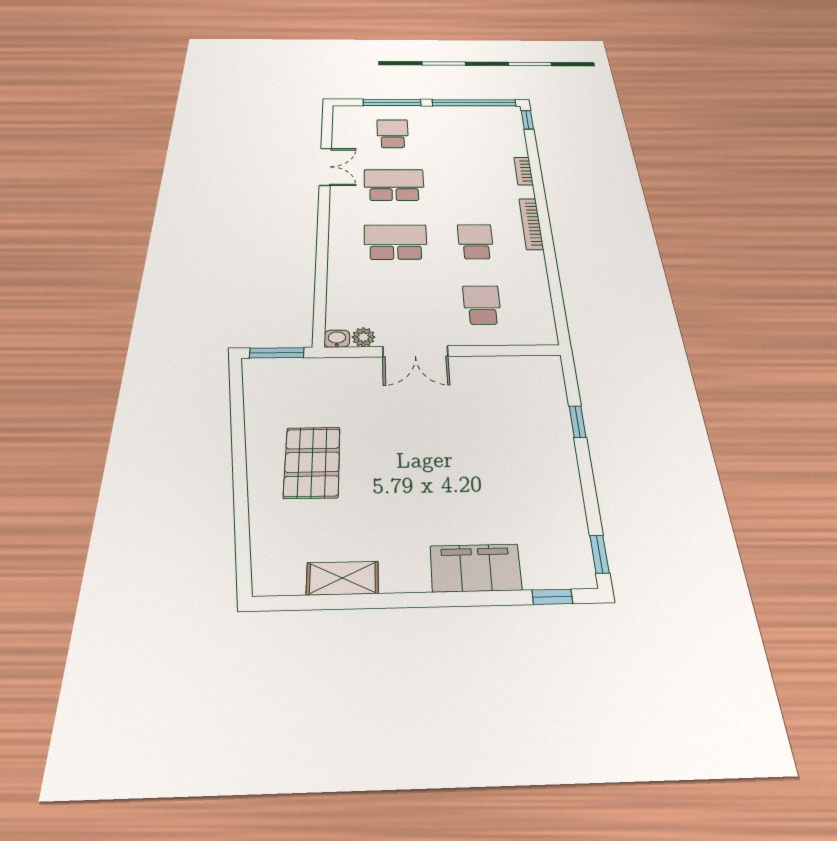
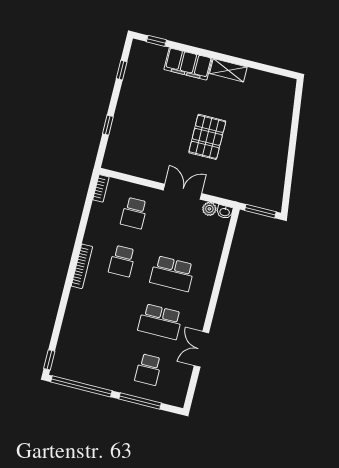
bookcase: (523, 171) -> (101, 188), moved
pallet: (312, 462) -> (207, 137), moved
window: (599, 554) -> (122, 70), moved
shelving: (342, 578) -> (228, 70), moved

